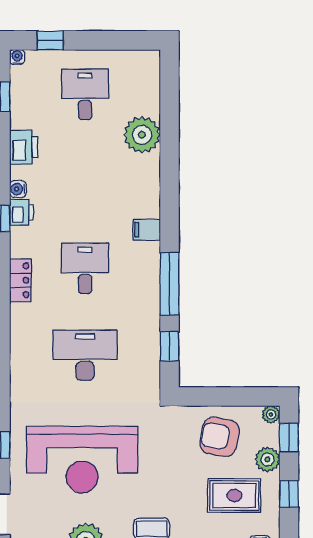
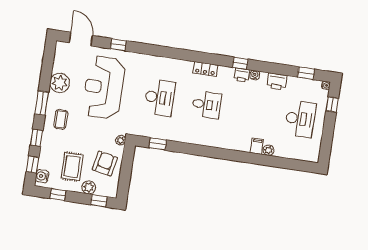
desk: (85, 94) -> (300, 119), width x1.37
plant: (142, 135) -> (269, 150), width x0.53, depth x0.53
filing cabinet: (146, 230) -> (257, 146), moved
window: (170, 284) -> (191, 149), removed
plant: (271, 414) -> (121, 140), moved
window: (289, 494) -> (58, 195), moved

